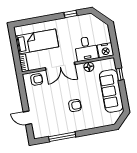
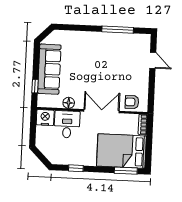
window: (29, 22) -> (126, 171), added
bed: (37, 41) -> (121, 151), width x1.50
armchair: (75, 106) -> (95, 62), removed

